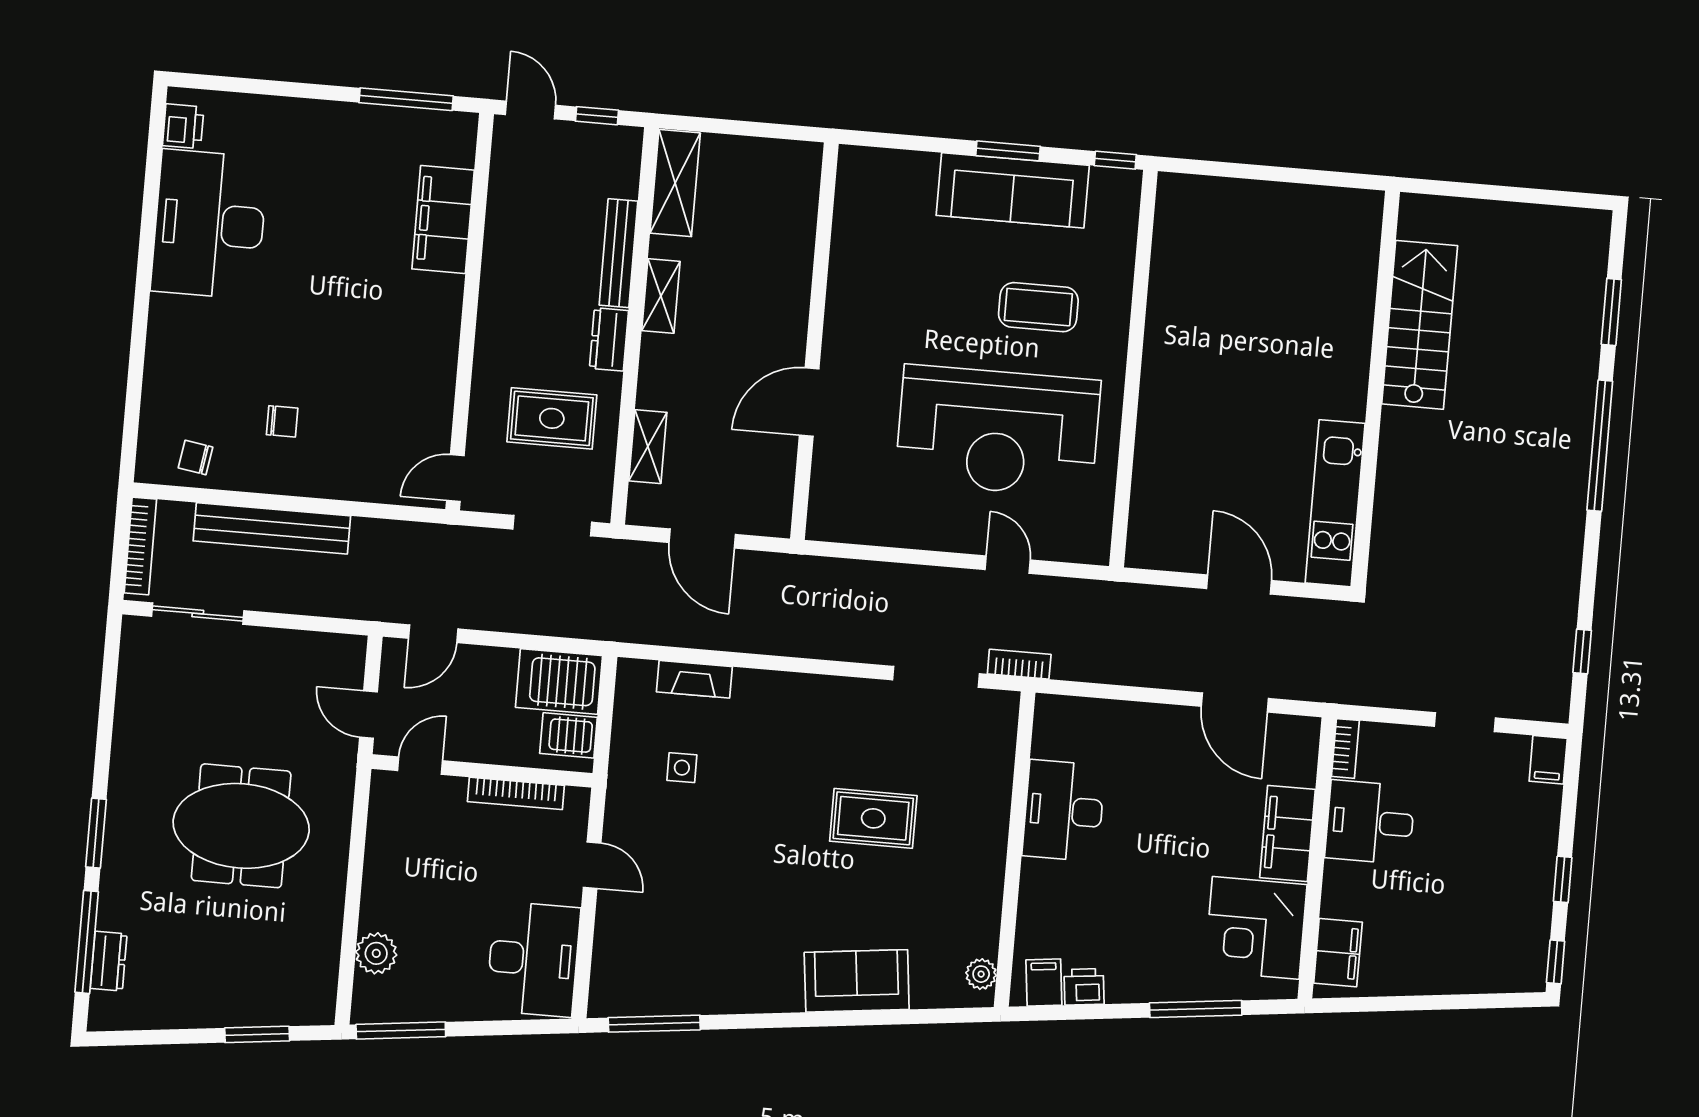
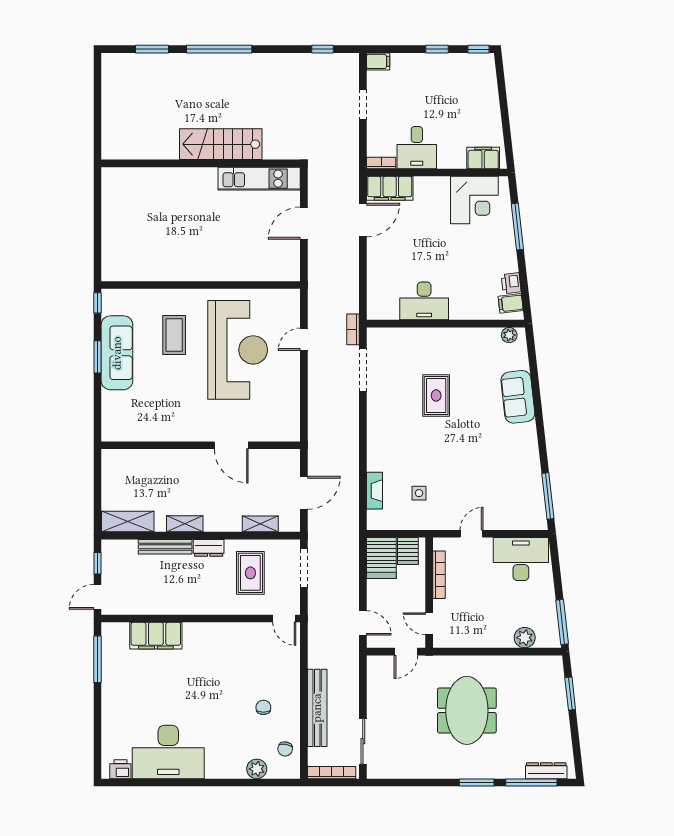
stairs: (1420, 325) -> (221, 144), moved
plant: (161, 398) -> (257, 769), added
filing cabinet: (1288, 834) -> (390, 188), moved
dresser: (109, 961) -> (546, 771), width x1.44

